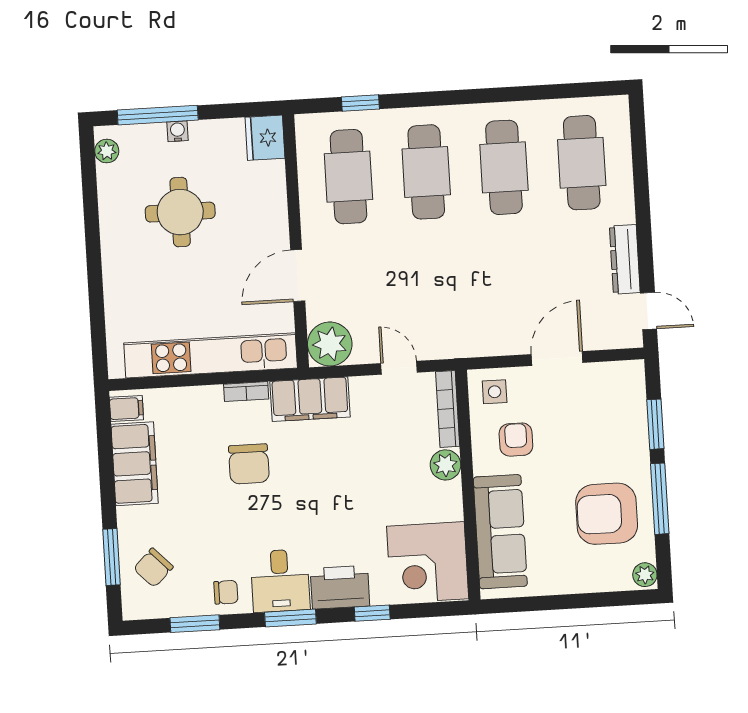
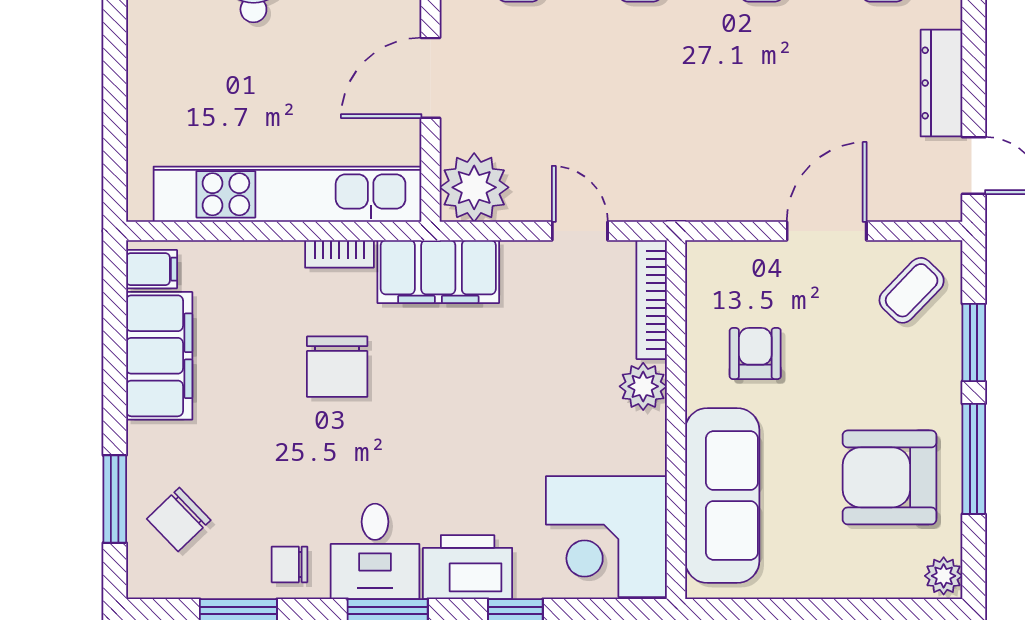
side table: (495, 392) -> (726, 277), removed
coffee table: (614, 393) -> (912, 290), added
chair: (226, 592) -> (290, 564), turned 180

